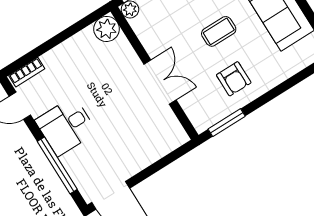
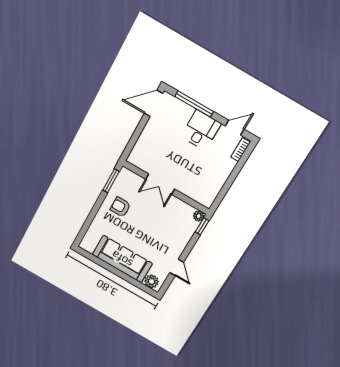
plant: (107, 29) -> (206, 198), removed
coffee table: (219, 31) -> (143, 229), removed

